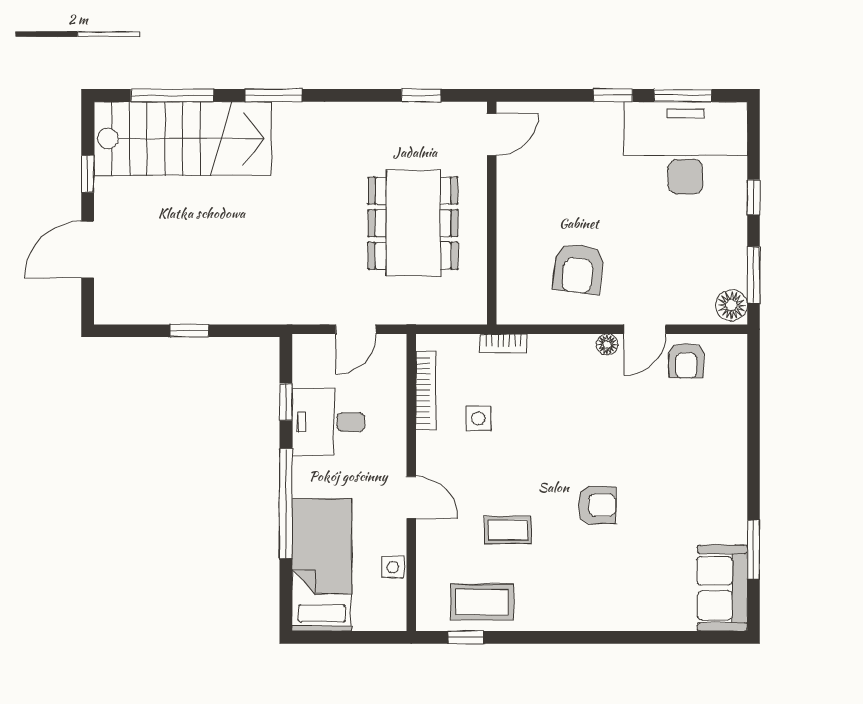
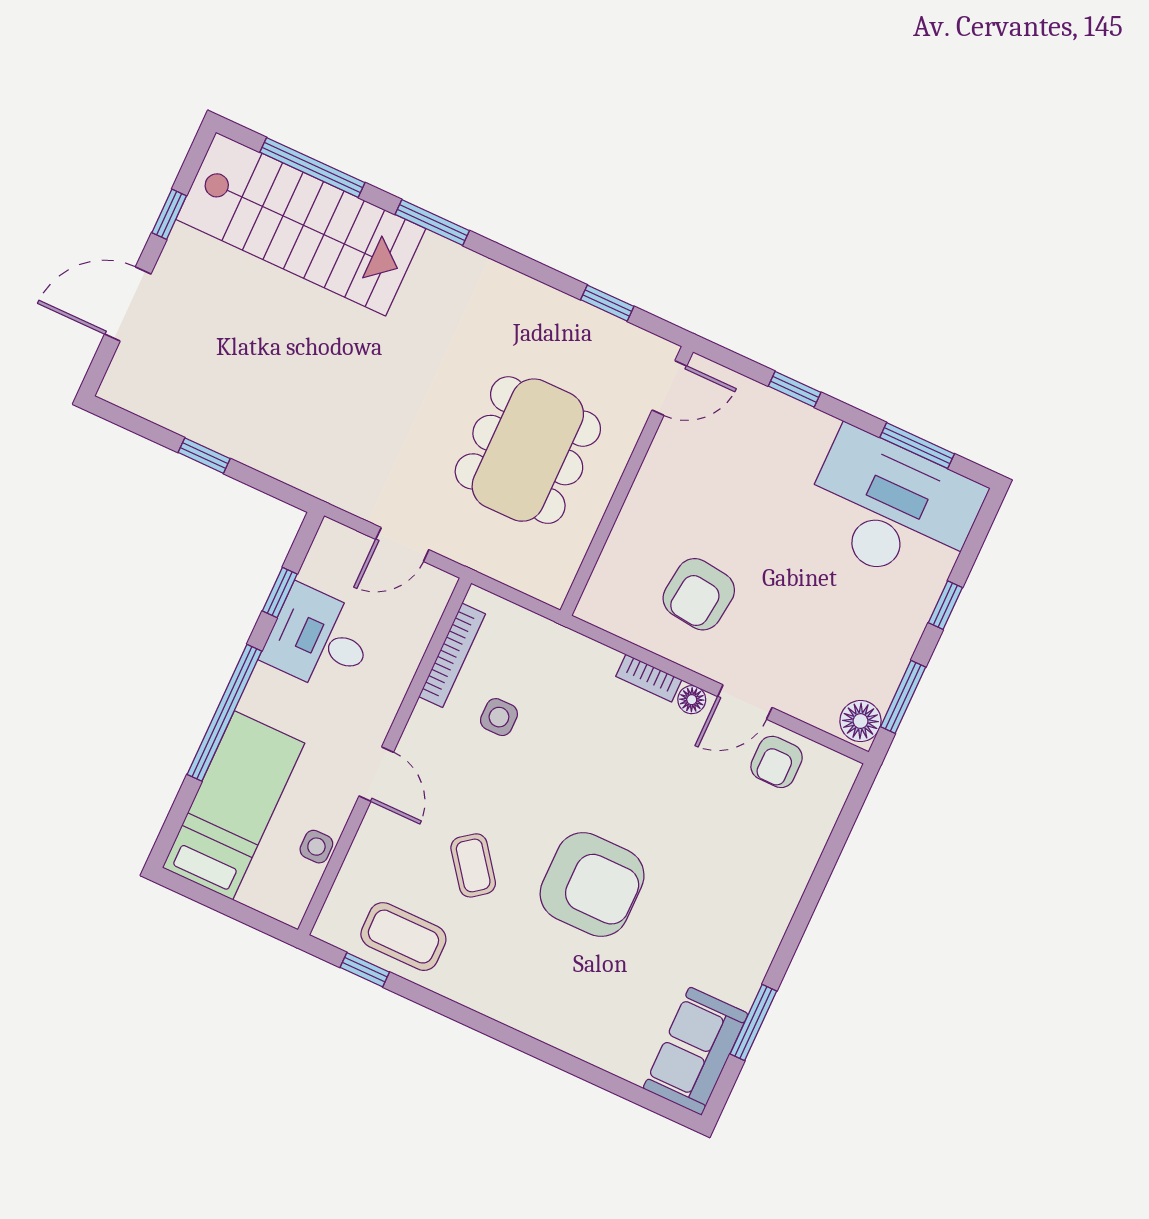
window: (613, 95) -> (795, 389), moved
bookcase: (503, 343) -> (649, 678), moved
armchair: (597, 505) -> (592, 885), width x1.88, depth x1.88
coffee table: (508, 530) -> (473, 865), turned 53

